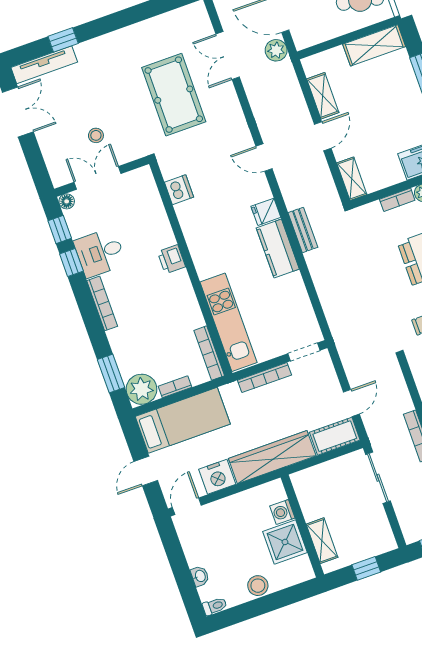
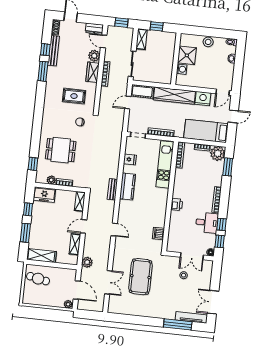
window: (63, 40) -> (178, 324), width x2.17
plant: (276, 50) -> (87, 262), moved
fridge: (266, 212) -> (130, 159), moved
shelving: (322, 541) -> (142, 39), moved

